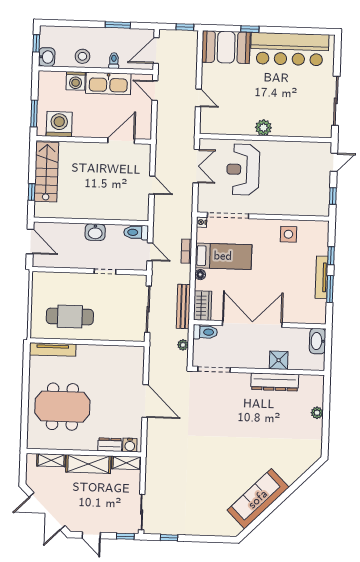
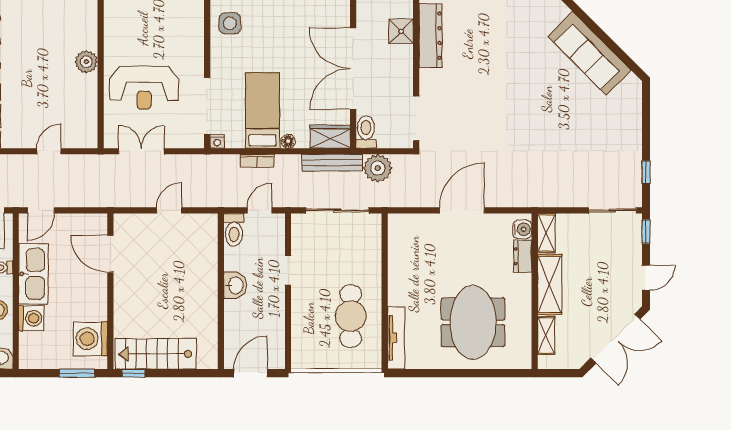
window: (32, 192) -> (133, 373), moved
plant: (183, 345) -> (378, 168), width x1.87, depth x1.87

